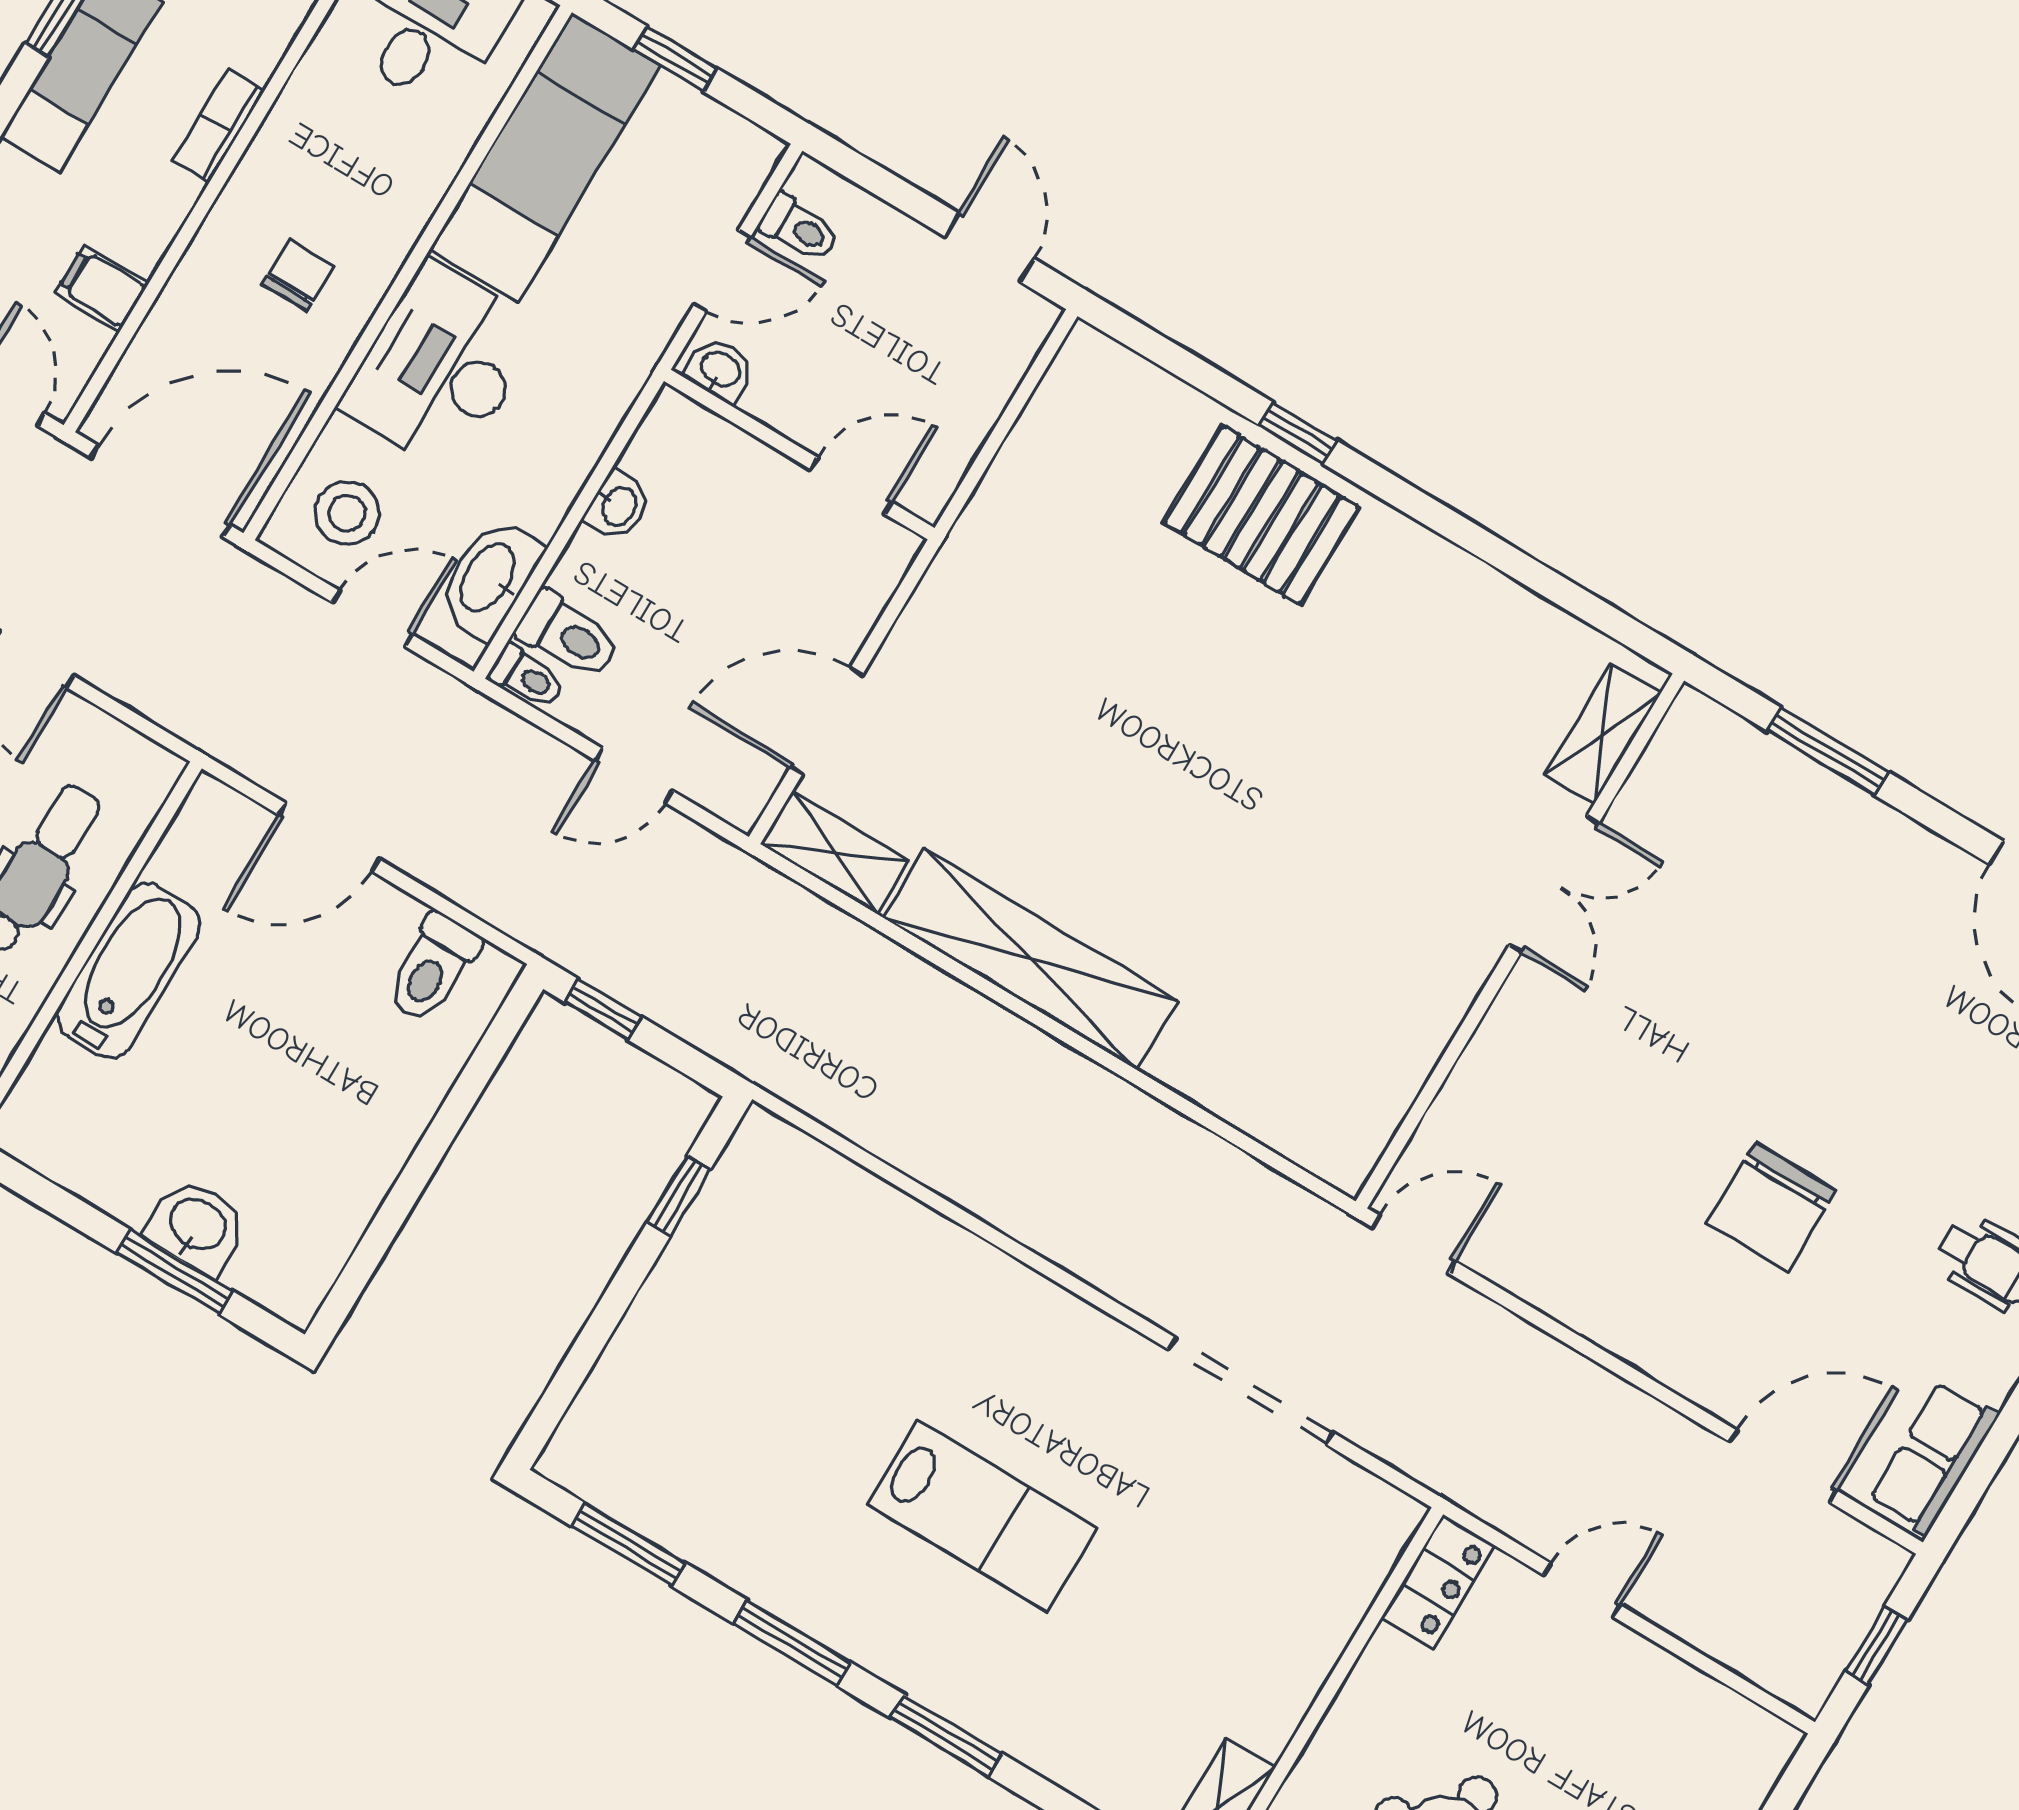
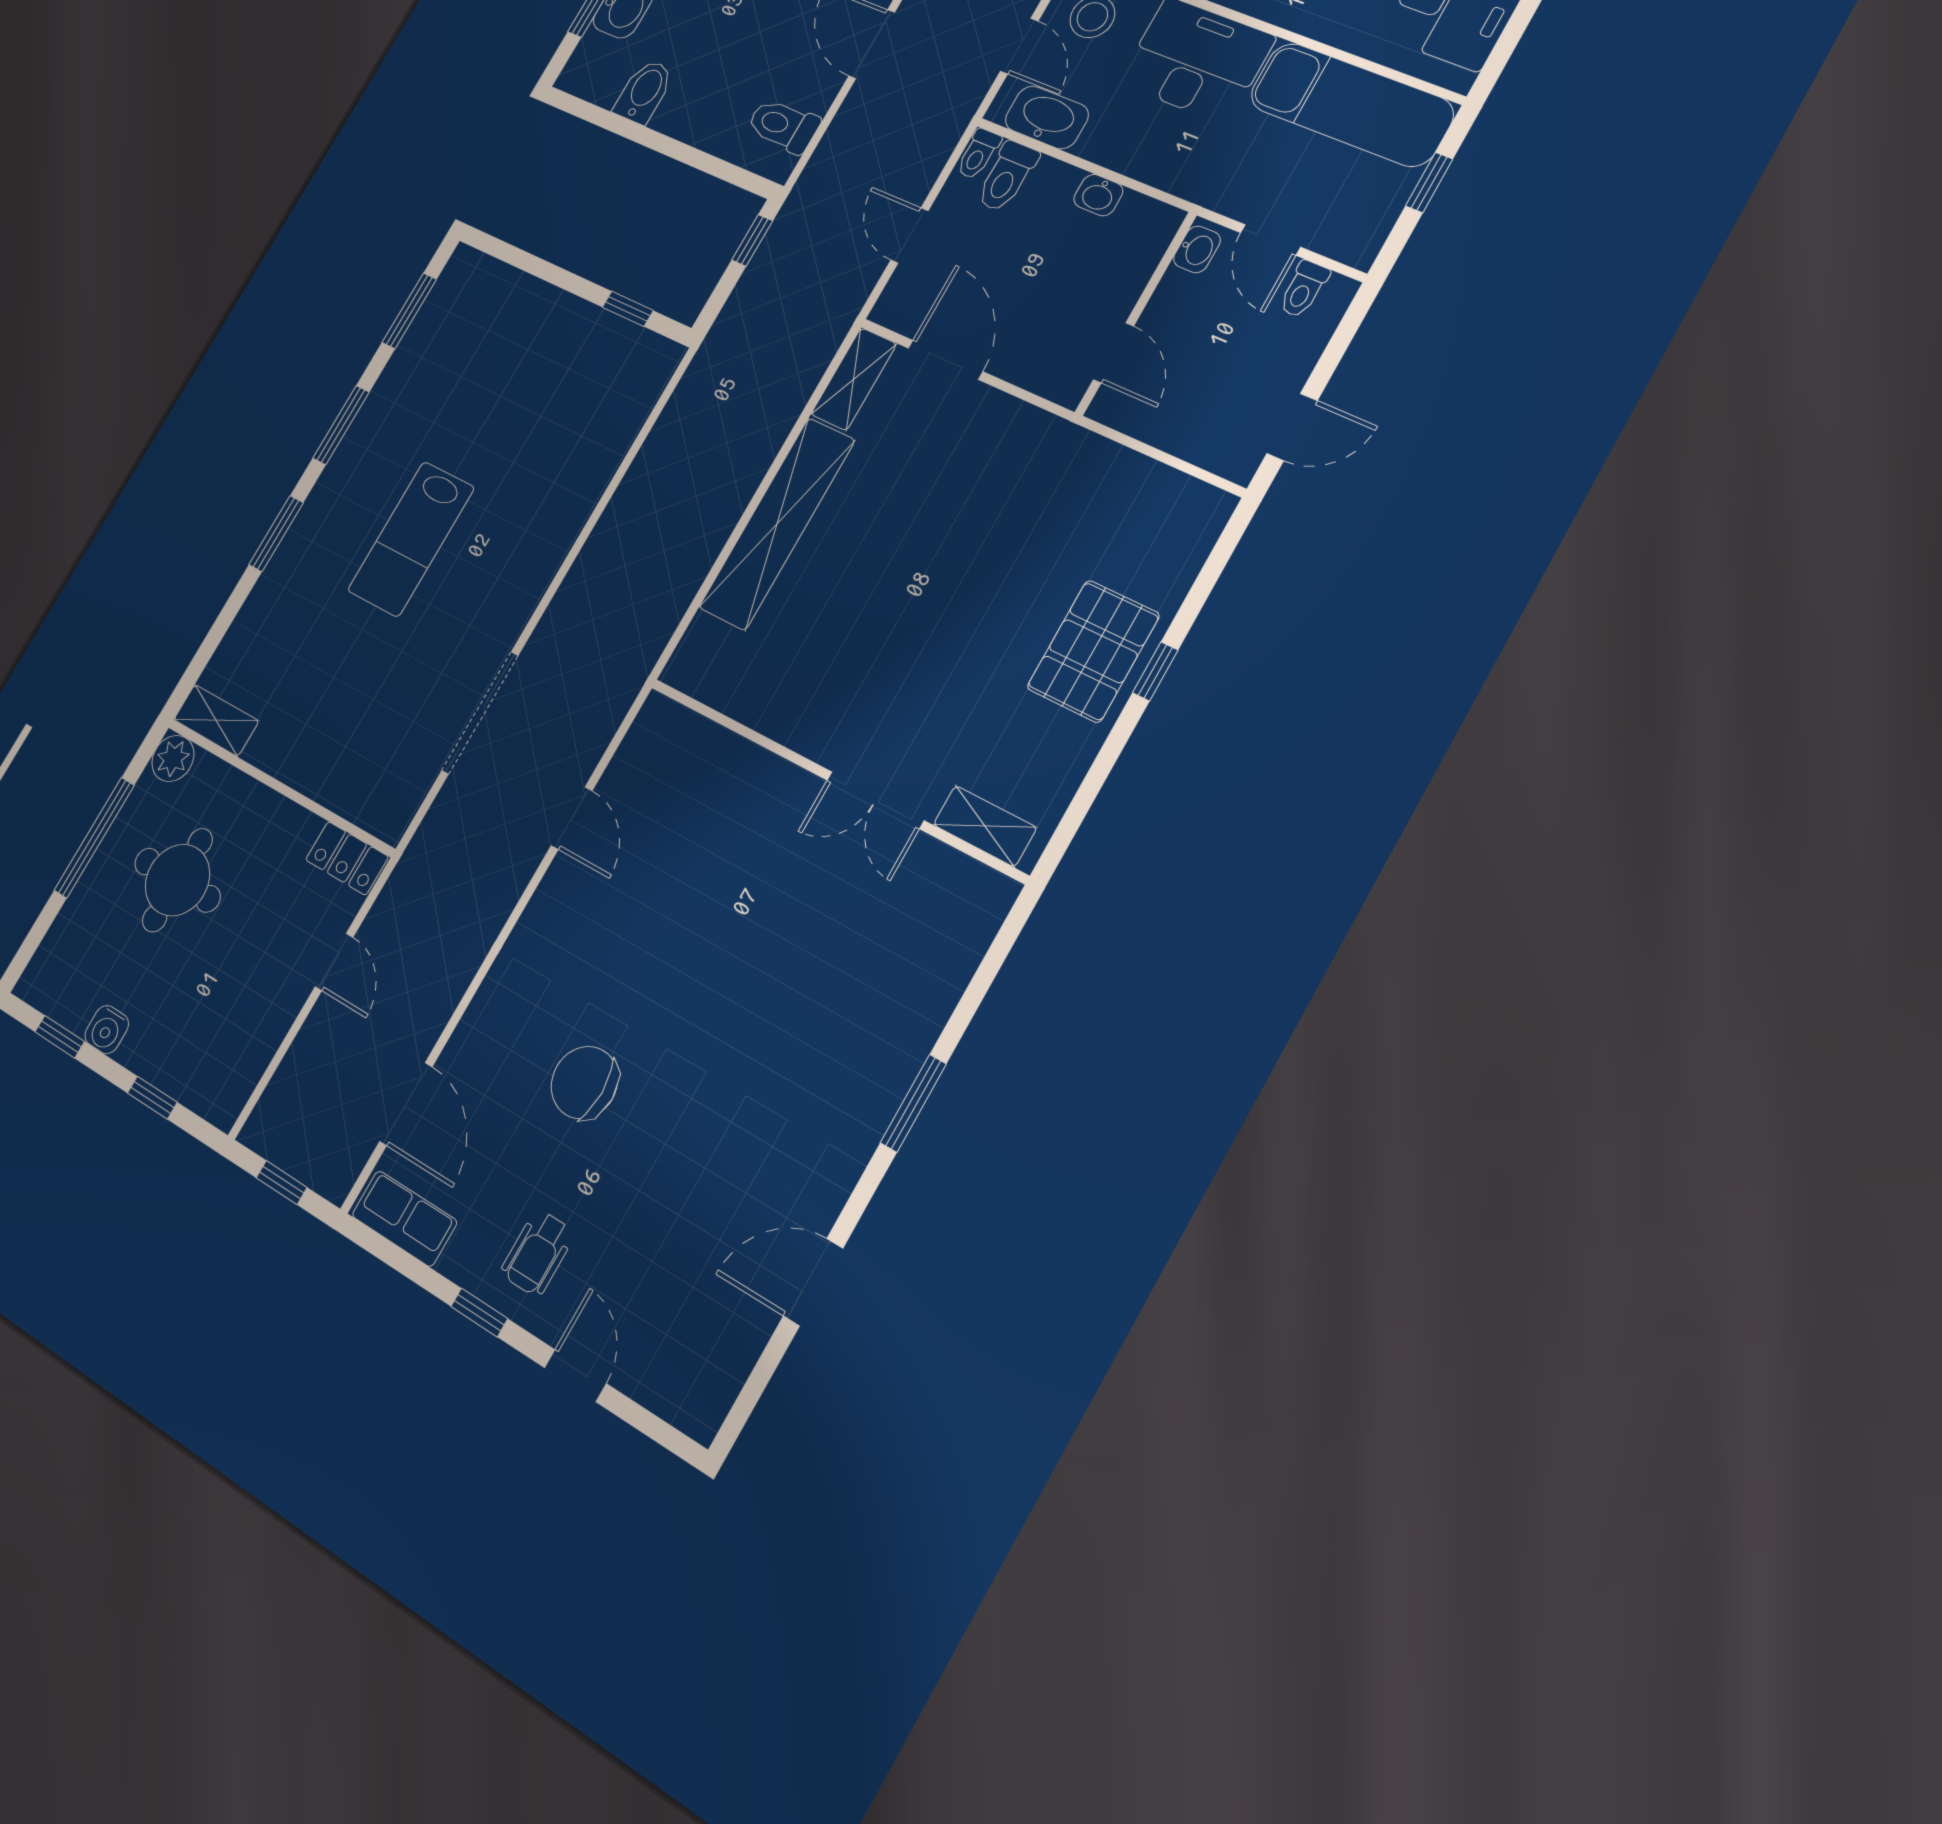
shelving: (1603, 734) -> (985, 826), moved
double door: (1554, 884) -> (875, 800), moved
wall: (1520, 941) -> (835, 779), moved
bidet: (340, 1186) -> (644, 92), added

